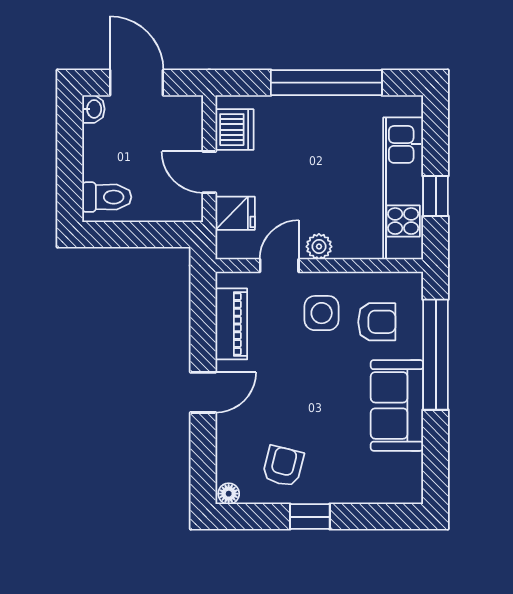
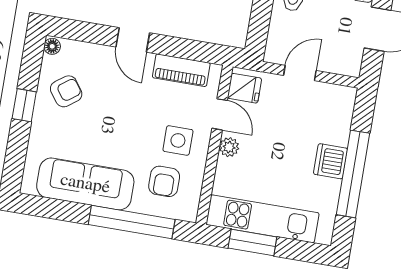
dishwasher: (235, 130) -> (331, 161), moved, turned 90
window: (436, 196) -> (252, 242), width x1.50
fridge: (235, 213) -> (244, 88), moved, turned -90
sofa: (397, 405) -> (85, 184), width x1.36
armchair: (283, 466) -> (66, 91), turned -50

